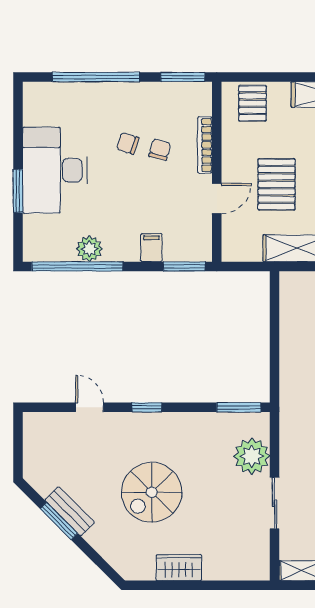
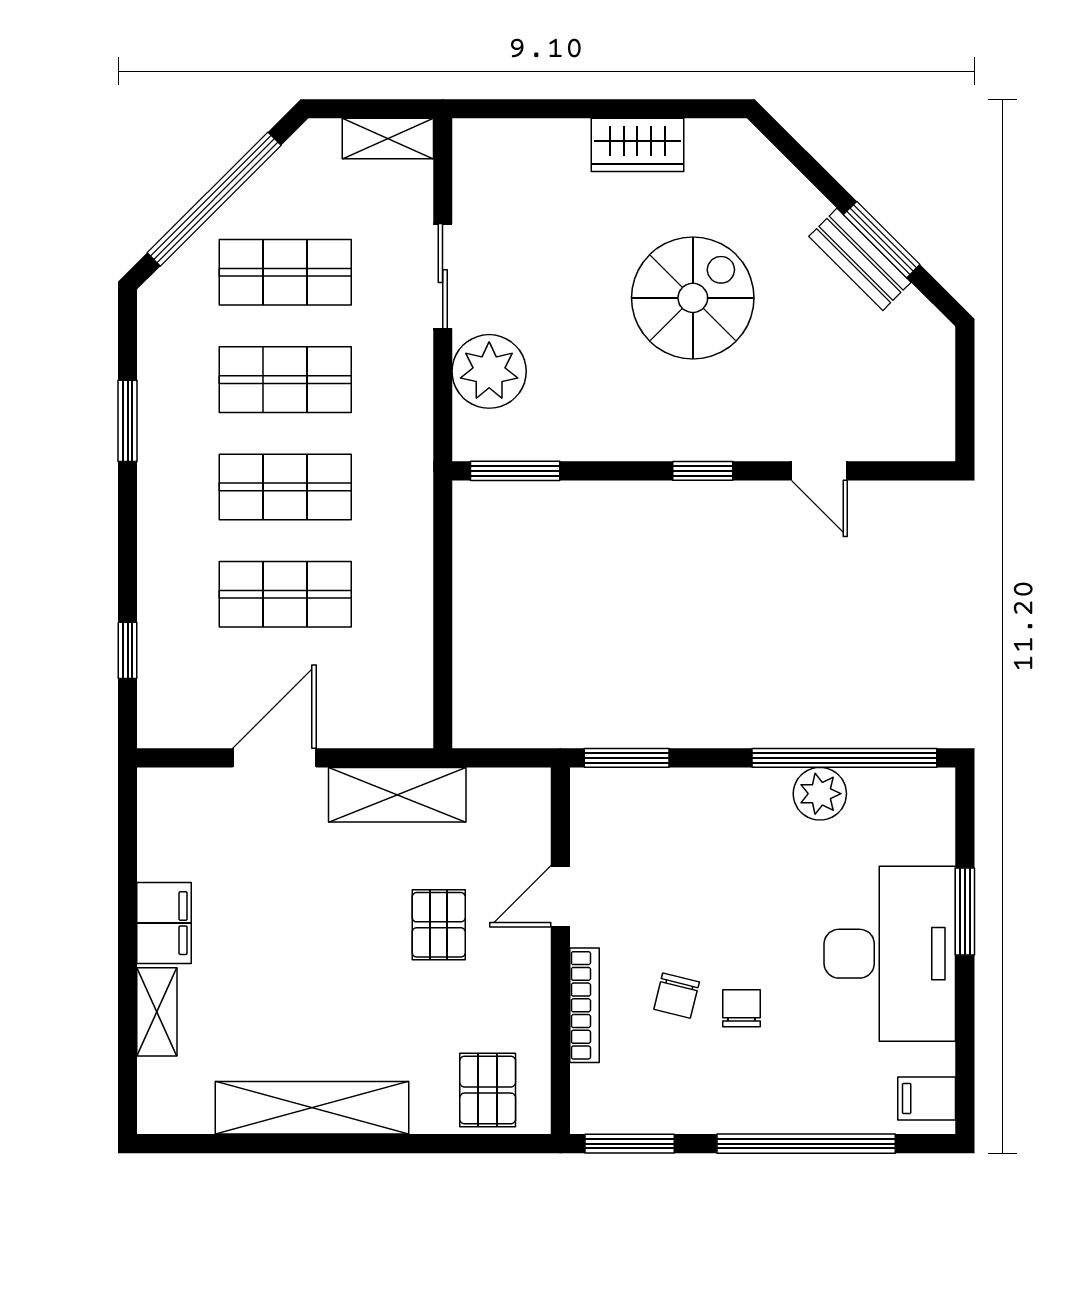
chair: (128, 143) -> (741, 1008), turned -108
pallet: (277, 184) -> (439, 925), width x0.67, depth x0.71
filing cabinet: (151, 248) -> (927, 1098), moved, turned 90

